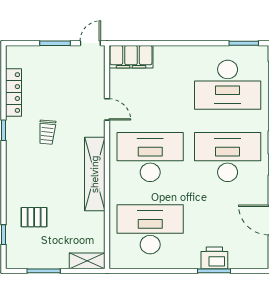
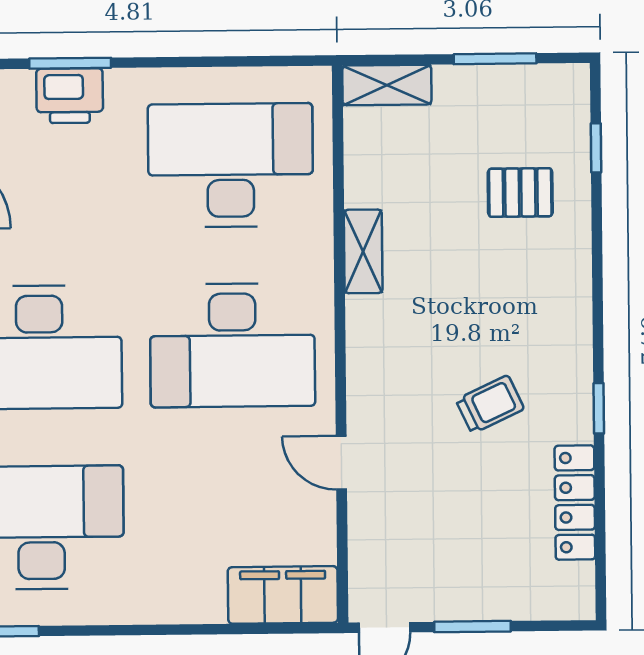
trolley: (47, 132) -> (490, 404), turned 60
shelving: (95, 174) -> (363, 251), width x0.45, depth x0.75
desk: (150, 229) -> (231, 165), turned 180

